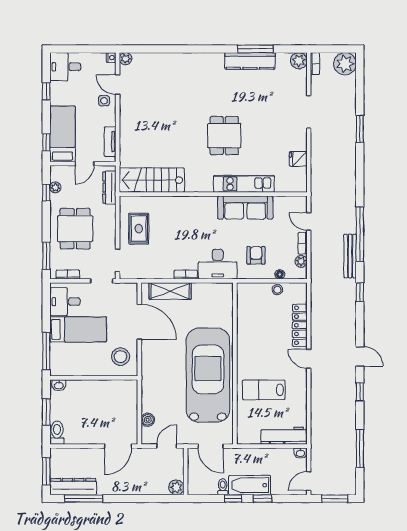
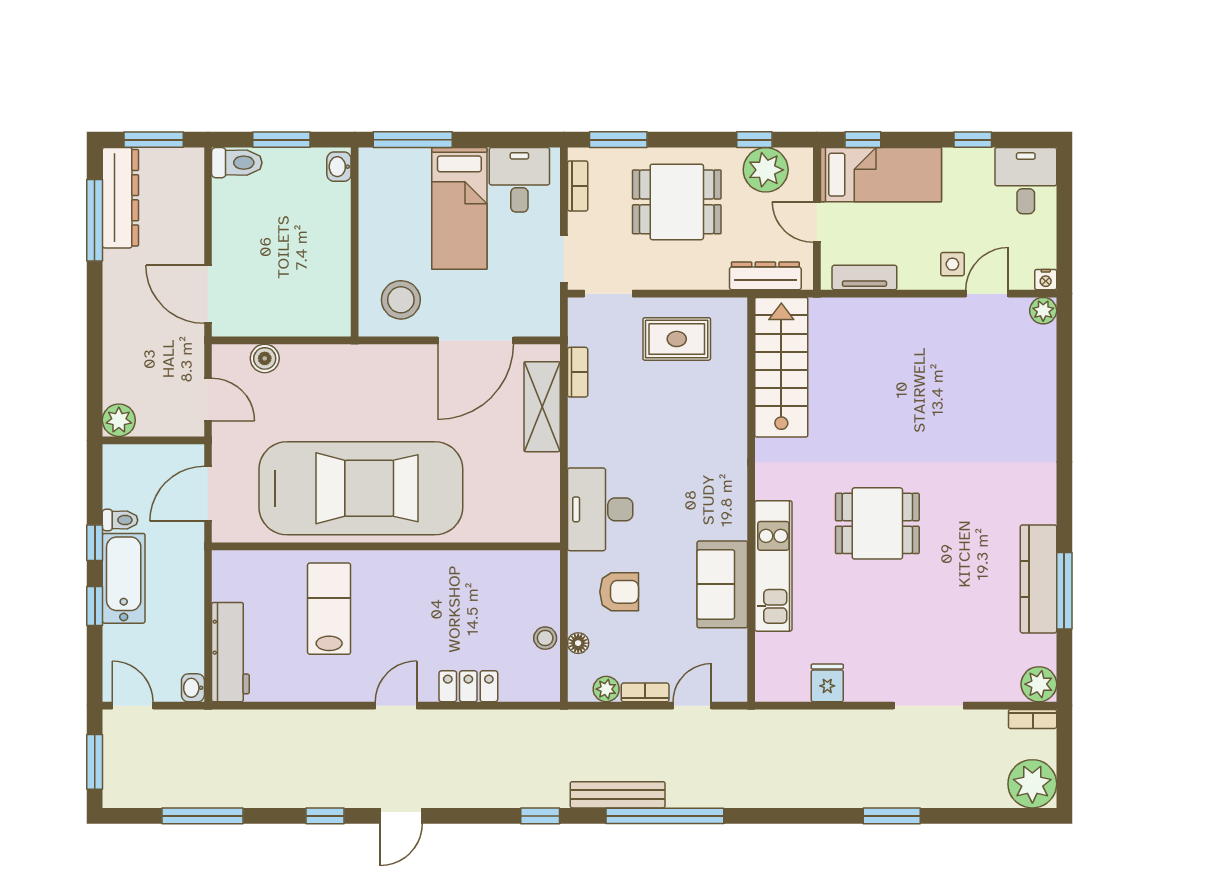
plant: (55, 187) -> (766, 170), width x1.87, depth x1.87
sofa: (245, 208) -> (722, 584), width x0.73
bookcase: (186, 275) -> (578, 372), moved
locker: (300, 325) -> (468, 686), width x0.66

